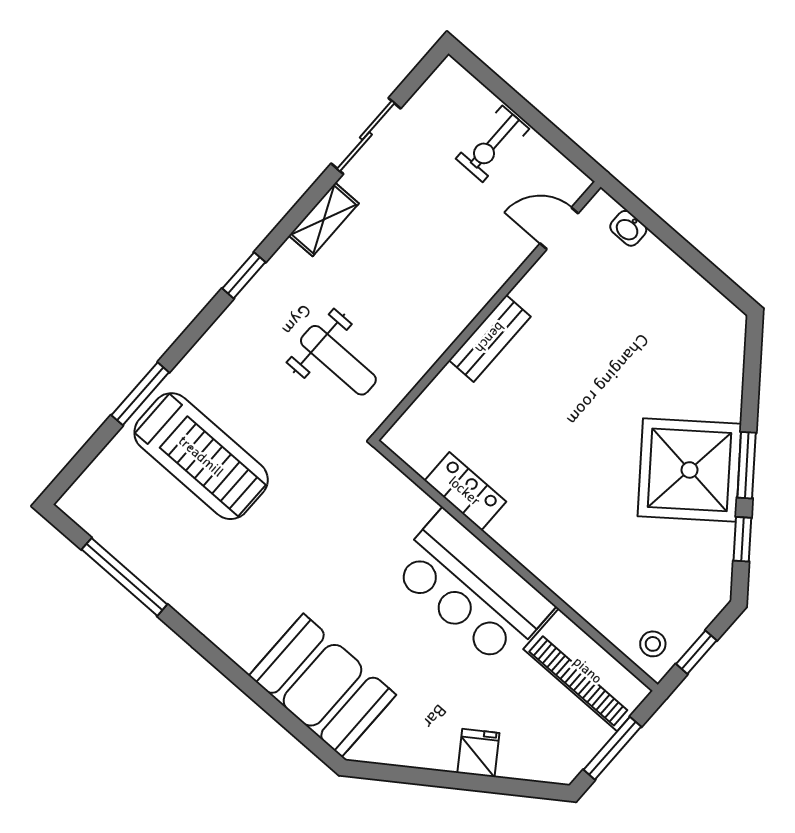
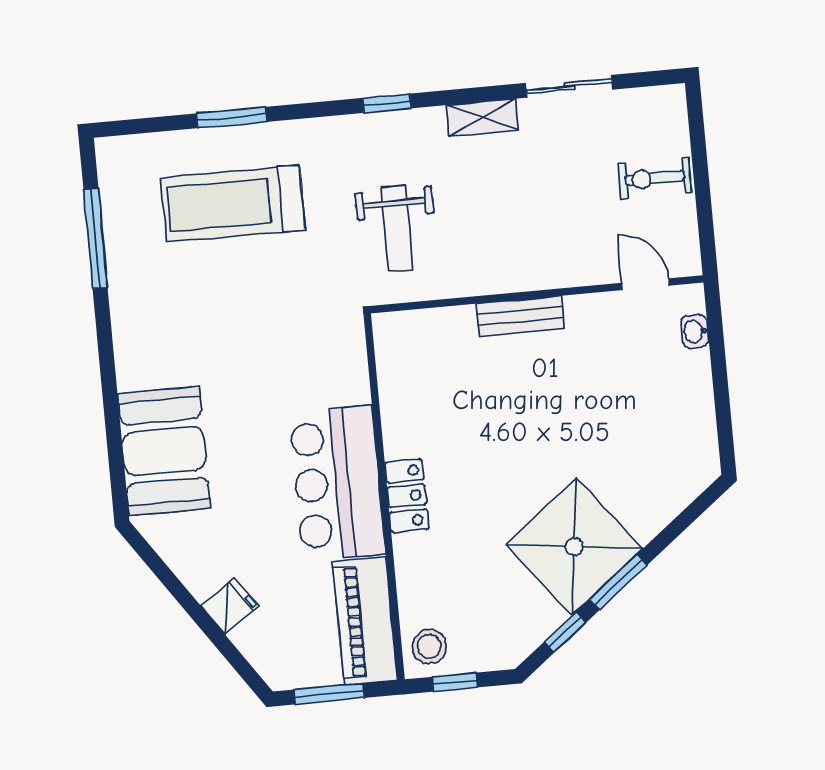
treadmill: (201, 456) -> (233, 204), turned 90
locker: (465, 491) -> (407, 496), moved
stool: (653, 644) -> (429, 646), width x1.37, depth x1.37

